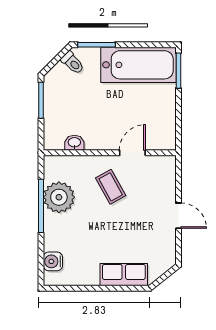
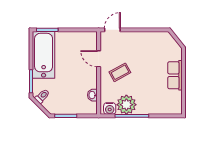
door: (178, 216) -> (112, 30), moved
water cooler: (53, 261) -> (110, 109), moved
row of seats: (124, 275) -> (175, 75), moved

